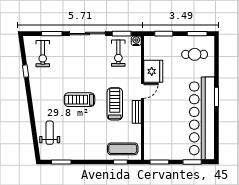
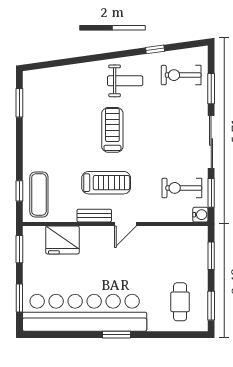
fridge: (153, 71) -> (63, 240), moved
door: (143, 91) -> (126, 224), hinge flipped
weight bench: (50, 133) -> (125, 81), moved

